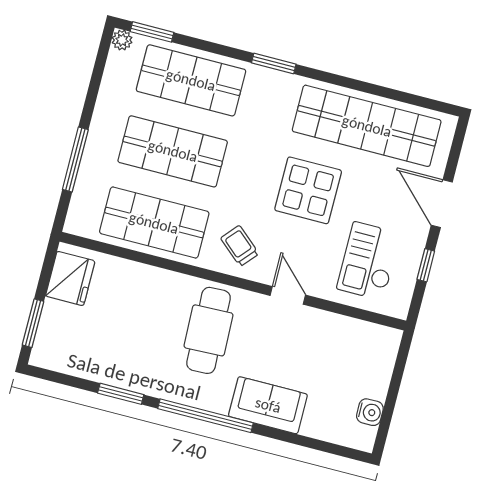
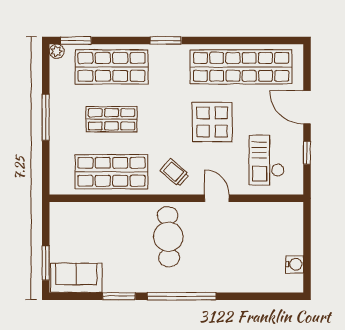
shop shelf: (173, 151) -> (112, 119), width x0.70, depth x0.74
window: (75, 159) -> (46, 117), moved
fridge: (70, 278) -> (63, 225), removed
sofa: (268, 405) -> (76, 278), moved

